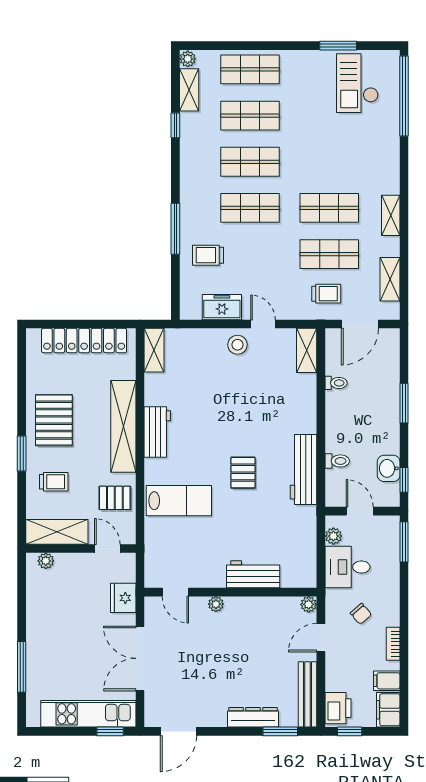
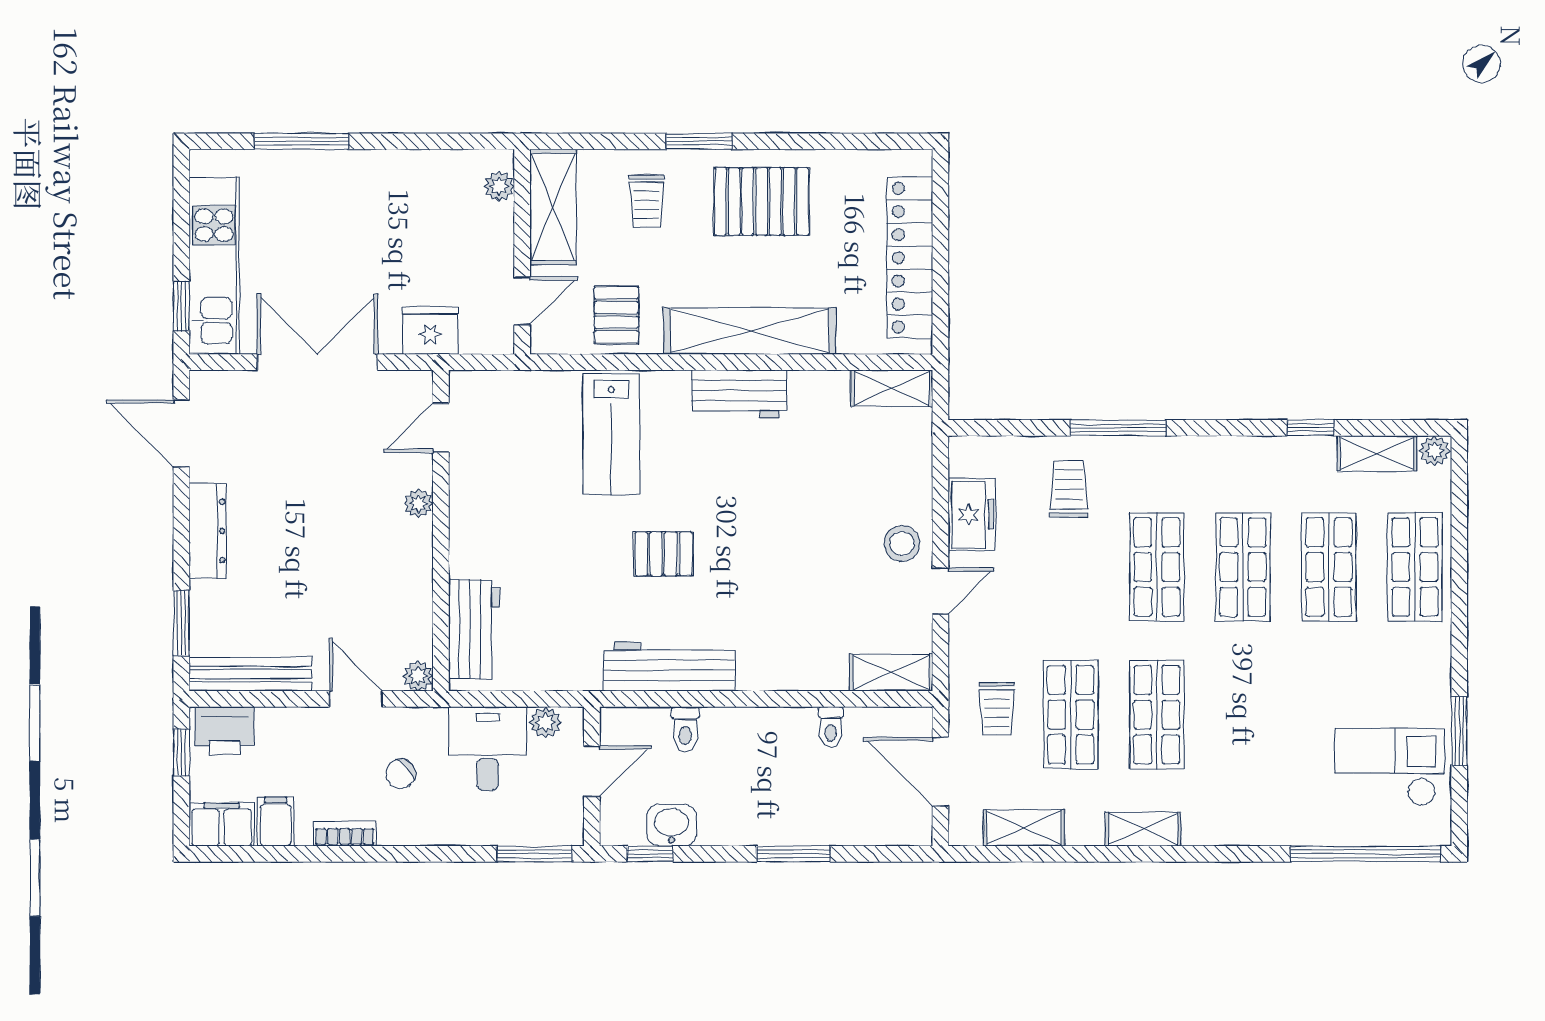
workbench: (253, 574) -> (474, 629), moved
dresser: (253, 717) -> (208, 531), moved

